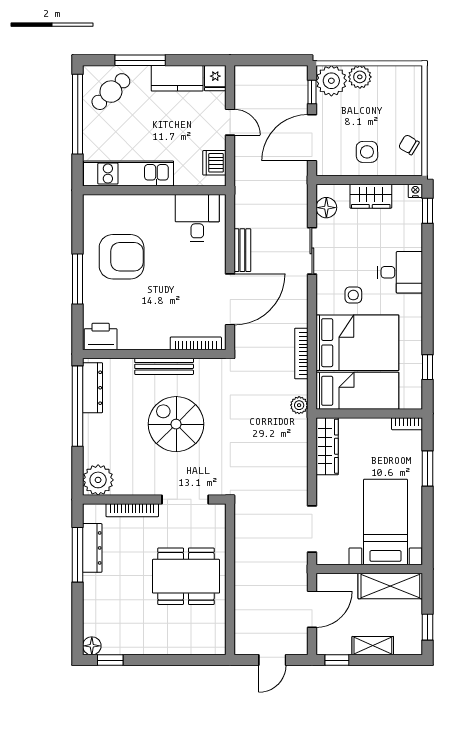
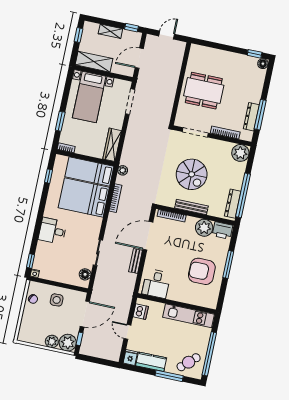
wardrobe: (371, 196) -> (60, 275), removed
side table: (353, 295) -> (81, 224), removed
plant: (134, 335) -> (204, 228), added

